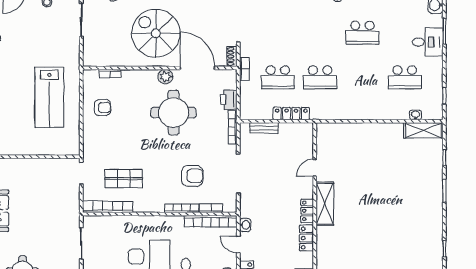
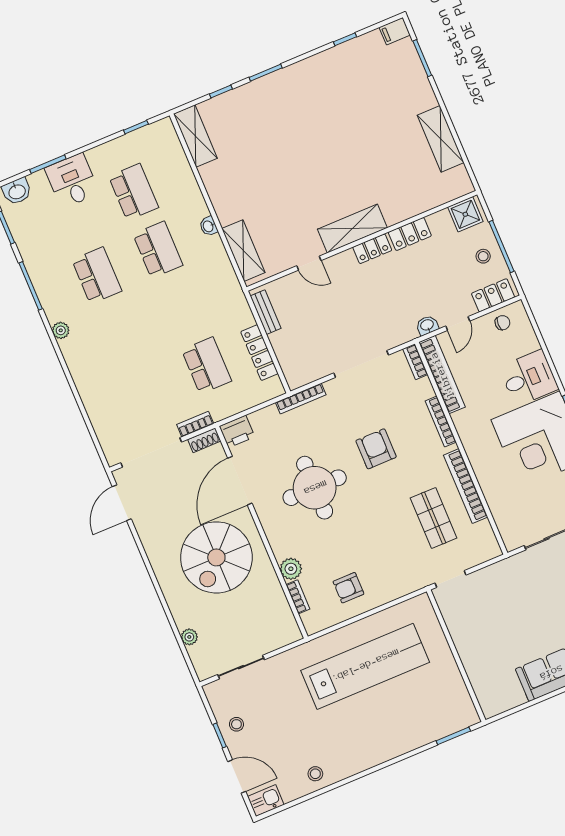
bookcase: (244, 69) -> (195, 424), moved
plant: (165, 77) -> (291, 569), moved
school desk: (320, 77) -> (158, 250), moved
lab bench: (49, 97) -> (365, 666), width x1.36
printer: (229, 100) -> (237, 431), moved
armchair: (103, 107) -> (348, 588), turned -90
locker: (291, 114) -> (259, 353), moved
washbasin: (415, 115) -> (208, 226), moved
bench: (264, 128) -> (266, 312), moved
shelving: (340, 130) -> (243, 251), added
armchair: (192, 176) -> (376, 449), moved
bookcase: (108, 207) -> (466, 486), moved
bookcase: (211, 208) -> (415, 362), moved

